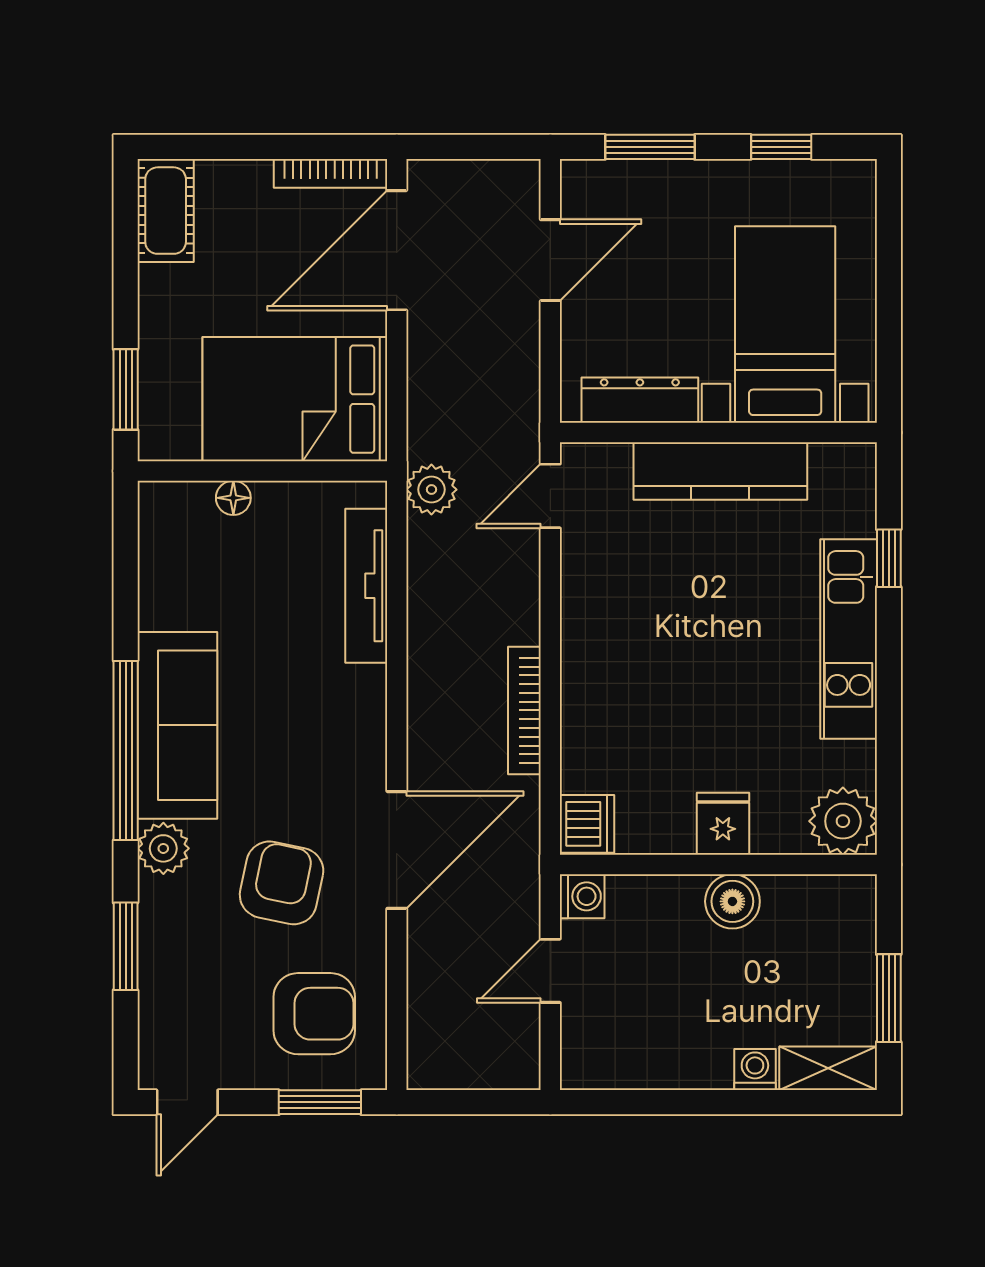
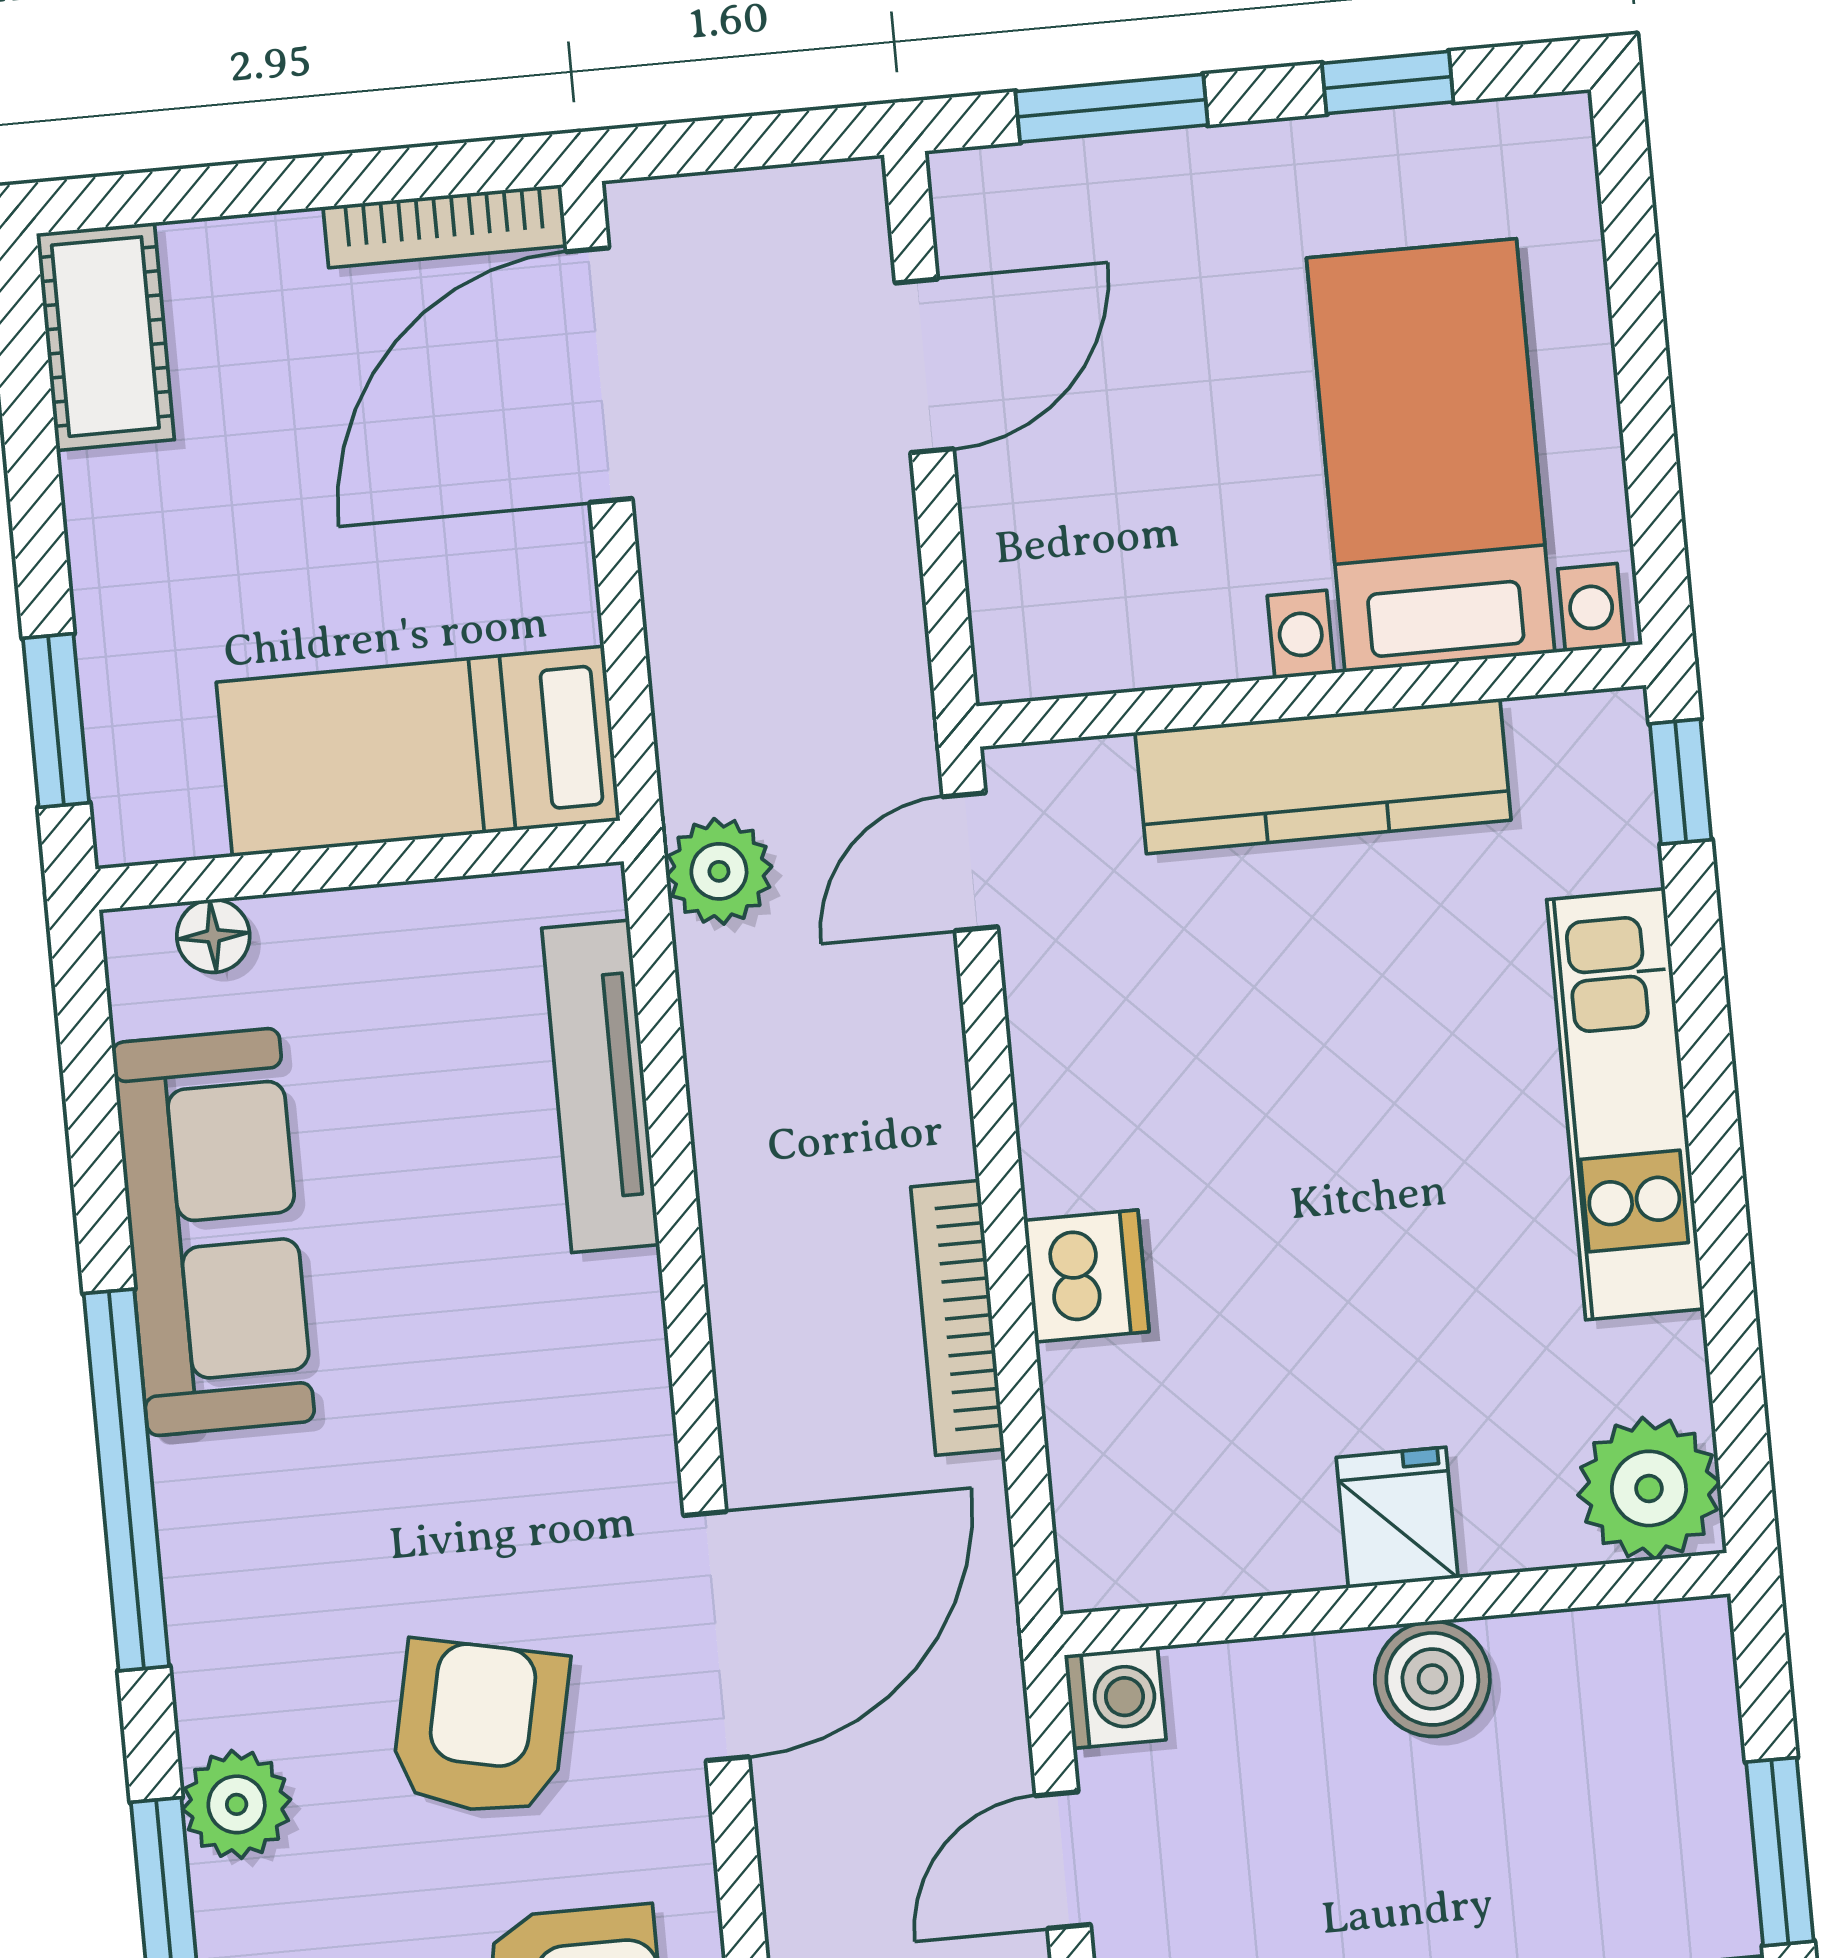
bed: (295, 399) -> (418, 751), width x0.67
dresser: (640, 400) -> (1140, 643), removed
floor lamp: (233, 498) -> (213, 936), moved
window: (889, 558) -> (1681, 782), moved
sofa: (177, 725) -> (213, 1232), moved
dishwasher: (587, 824) -> (1086, 1276), moved
plant: (163, 848) -> (237, 1804), moved

